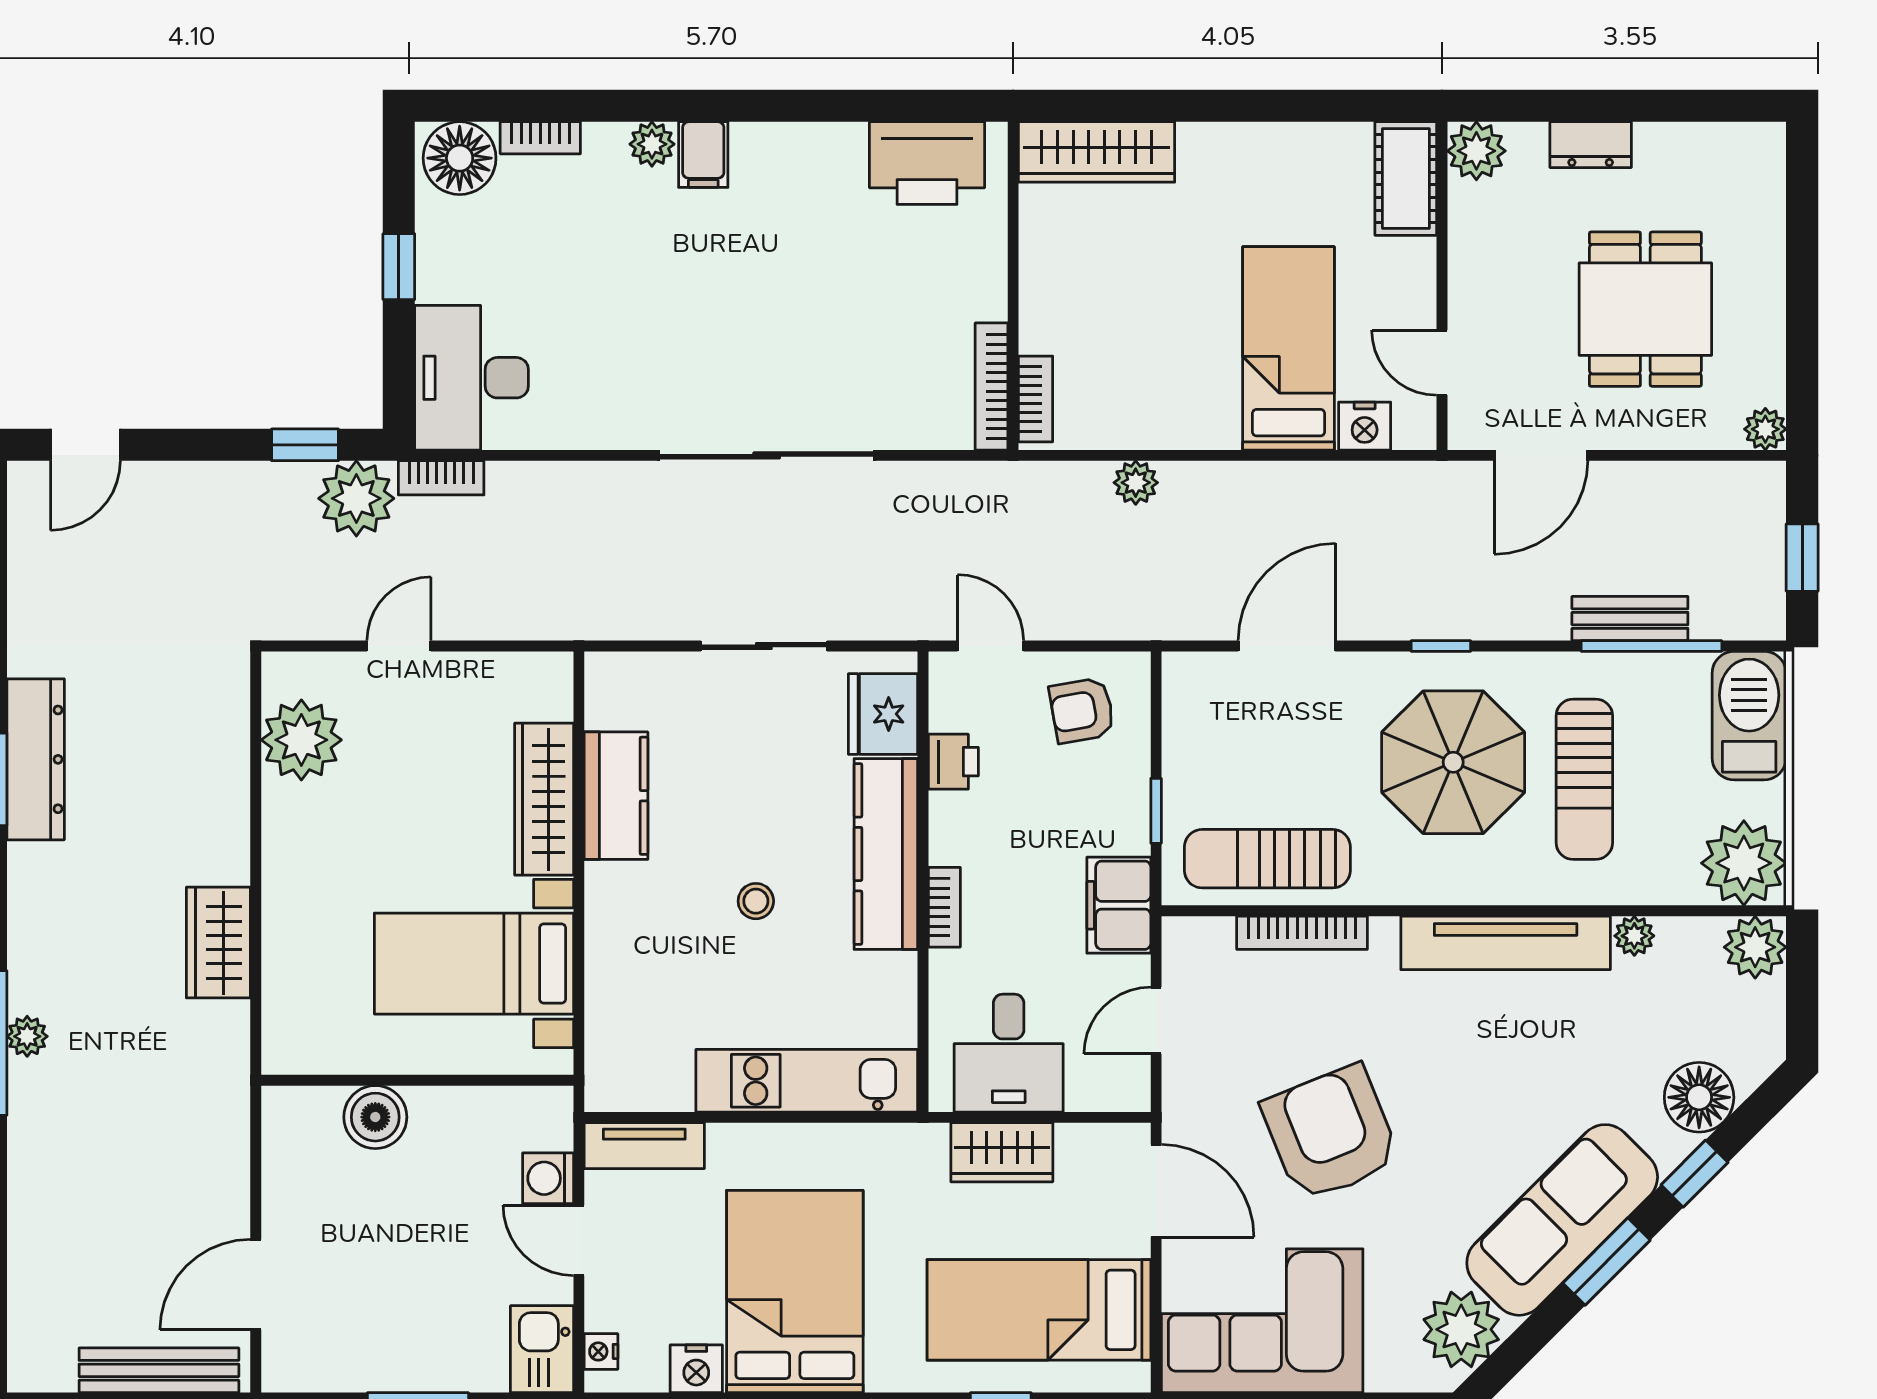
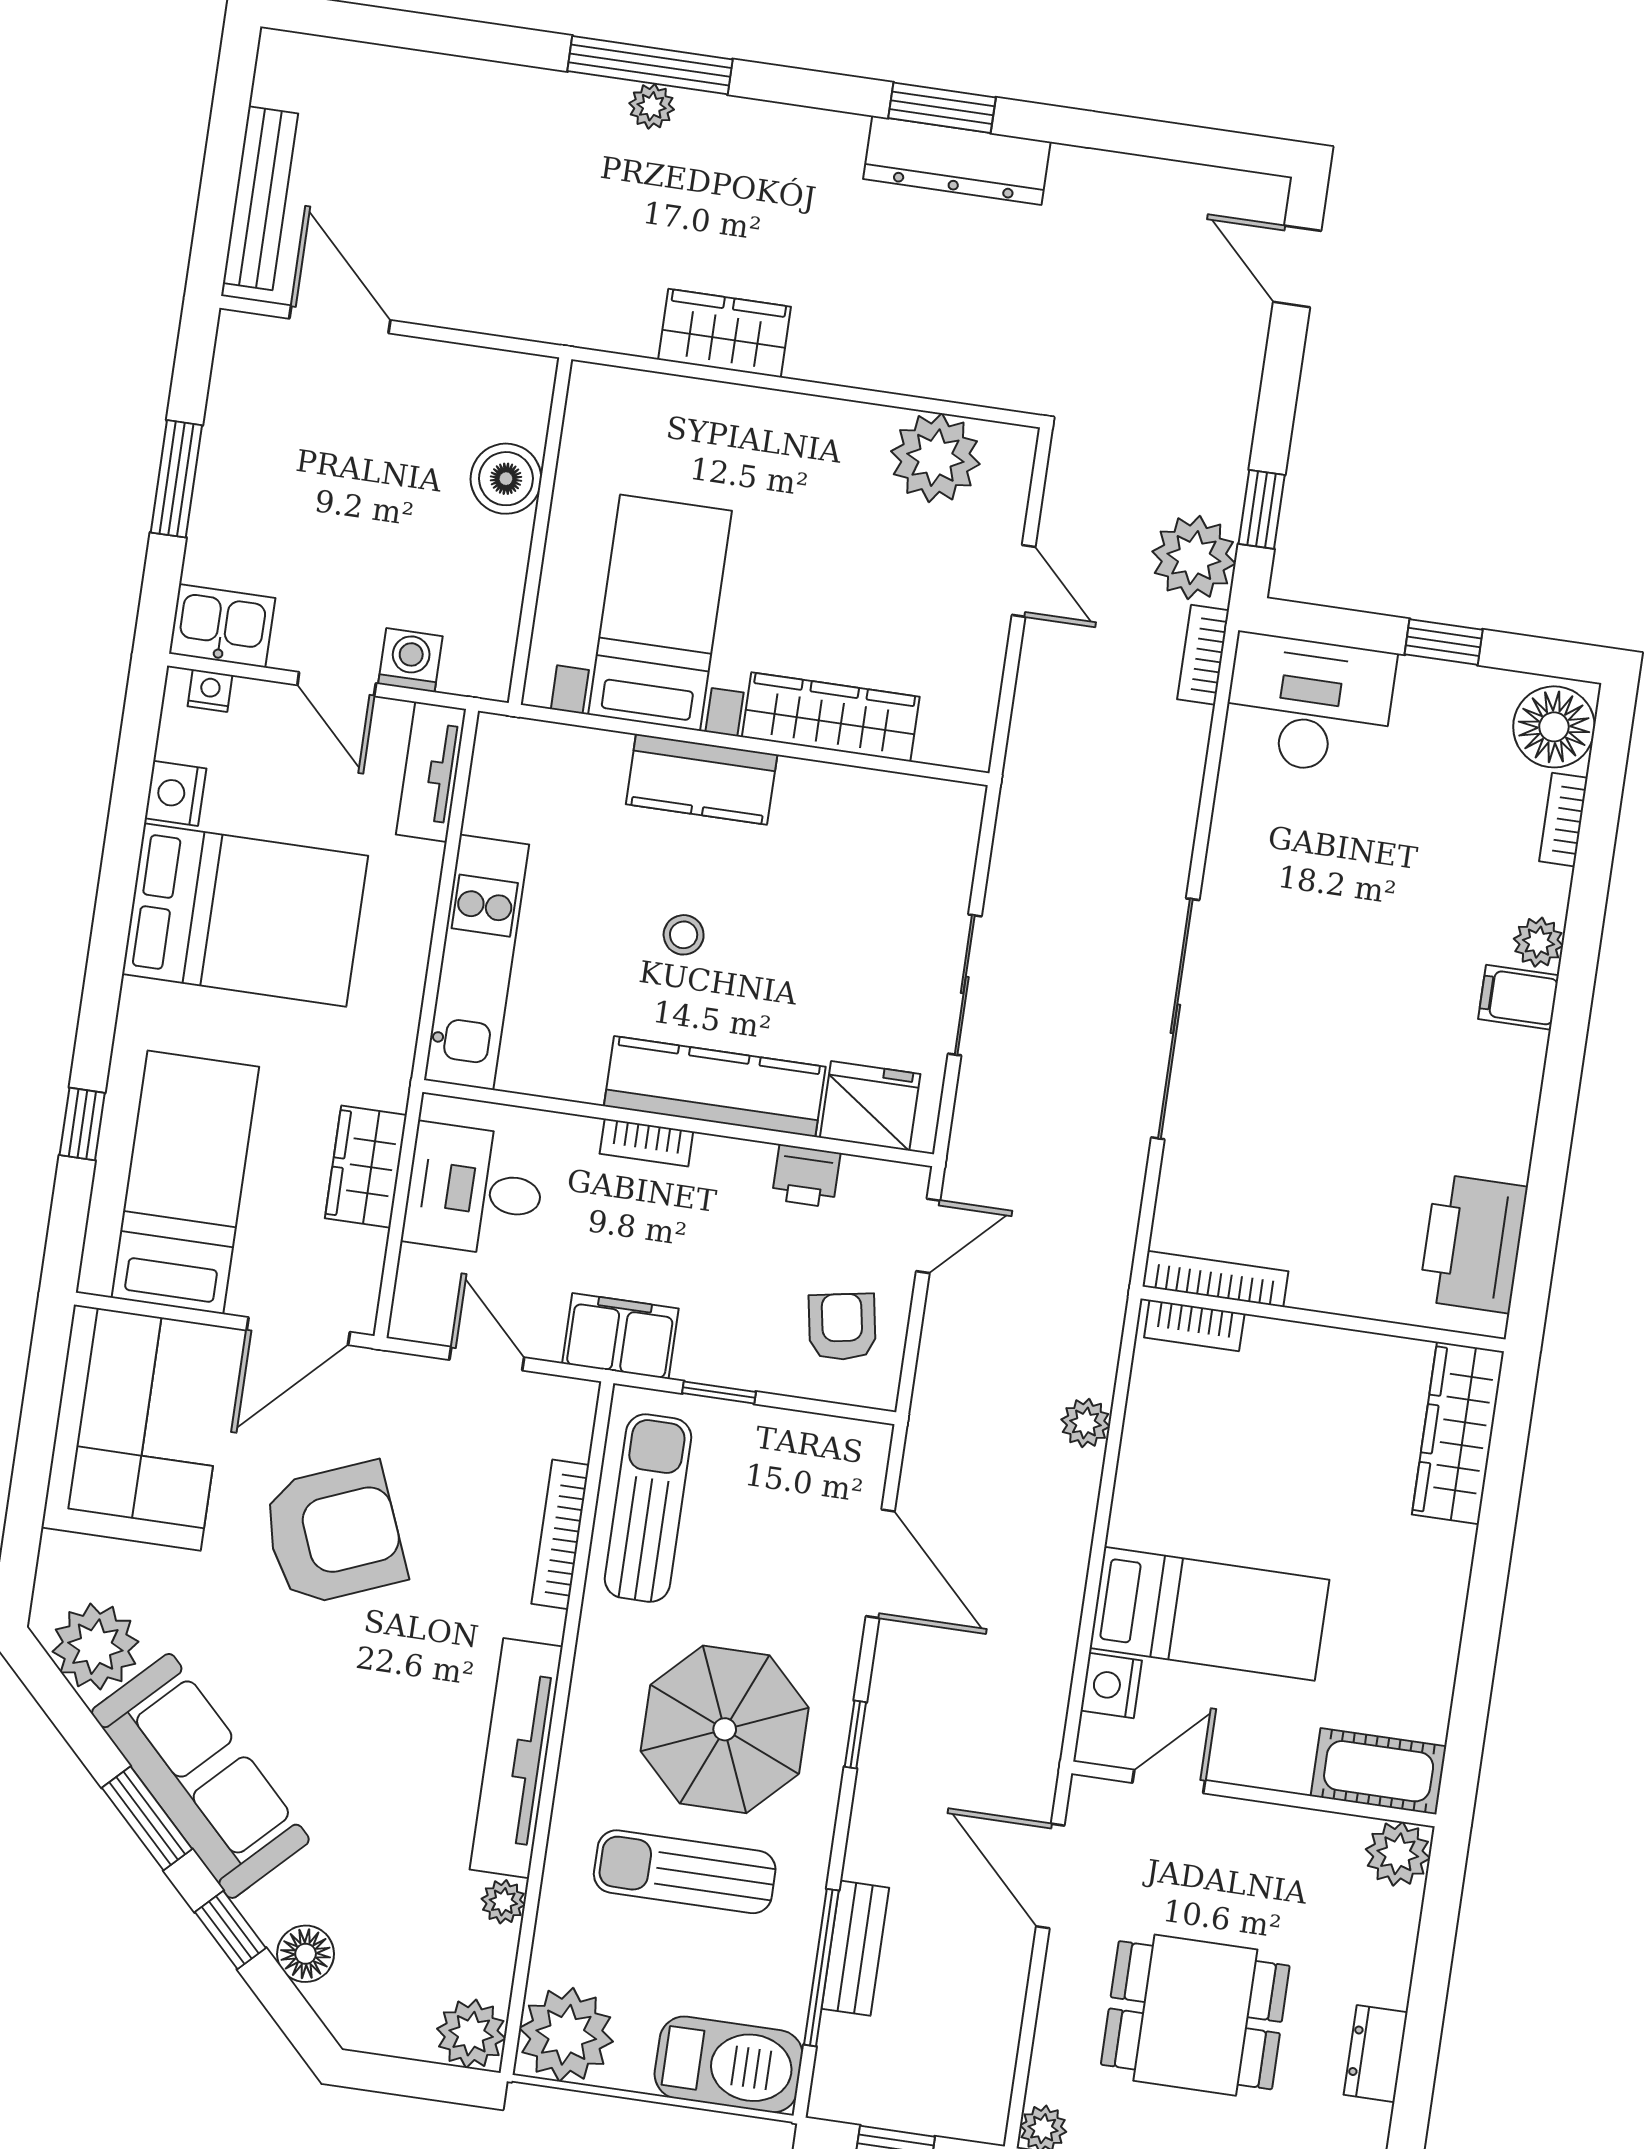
dresser: (1591, 145) -> (1376, 2054), moved
kitchen counter: (616, 796) -> (702, 779), moved
floor lamp: (1699, 1097) -> (306, 1954), width x0.73, depth x0.73
door: (579, 1240) -> (337, 684), swing flipped

